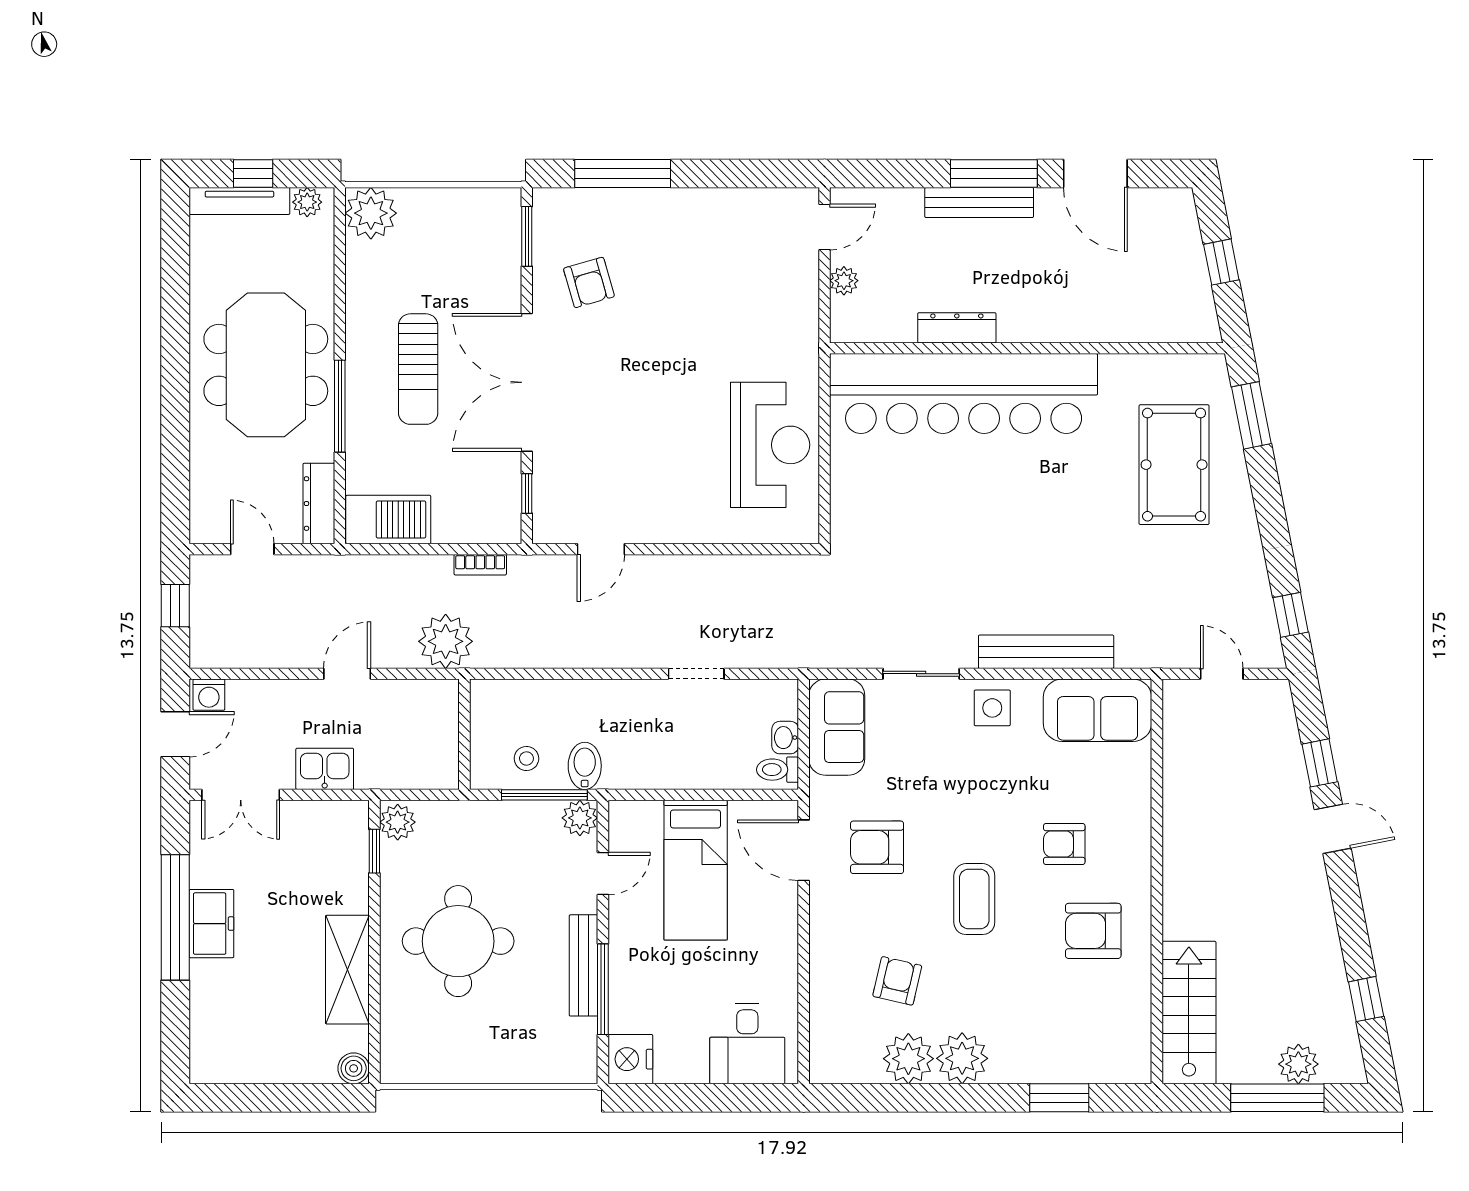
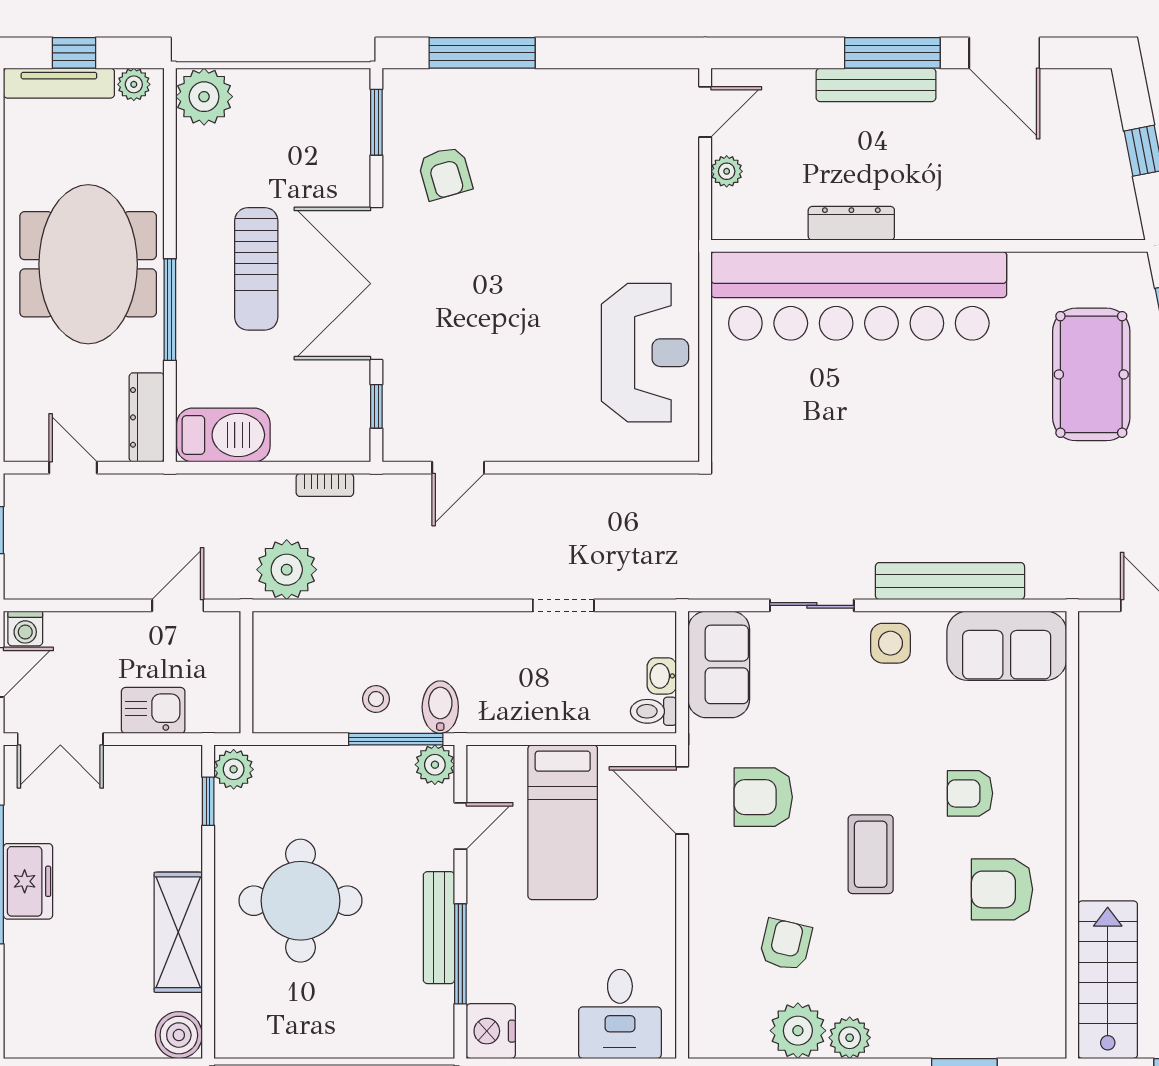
wall: (464, 734) -> (246, 672), moved
plant: (962, 1058) -> (850, 1038), width x0.73, depth x0.73
boiler: (354, 1068) -> (179, 1035), width x1.36, depth x1.36

